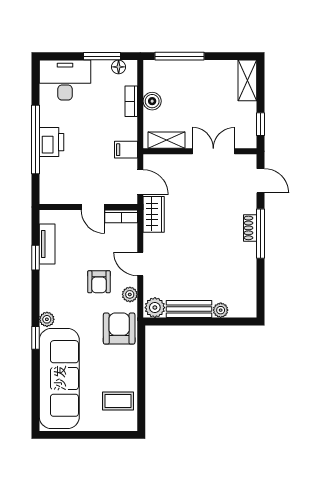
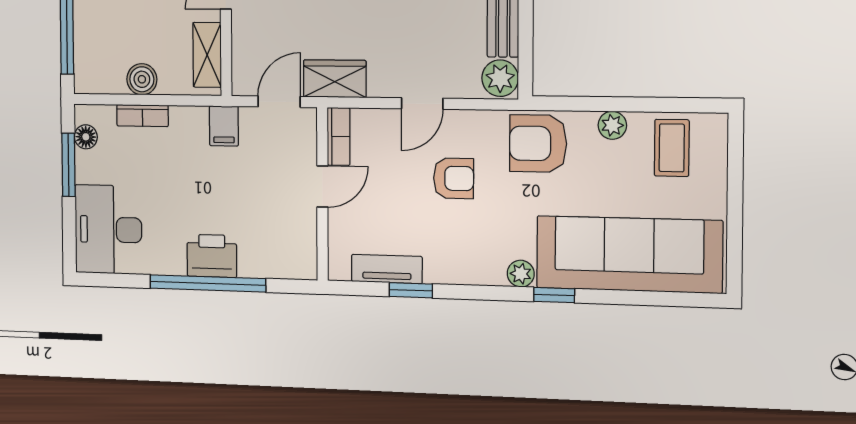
plant: (130, 294) -> (612, 125), moved

